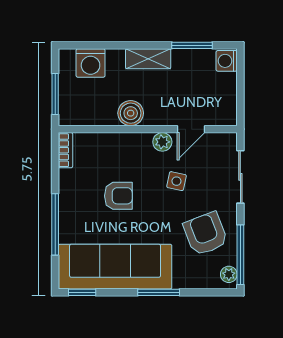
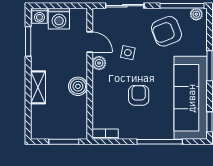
shelving: (148, 59) -> (38, 87), moved
washing machine: (91, 63) -> (59, 19), moved, turned 90

